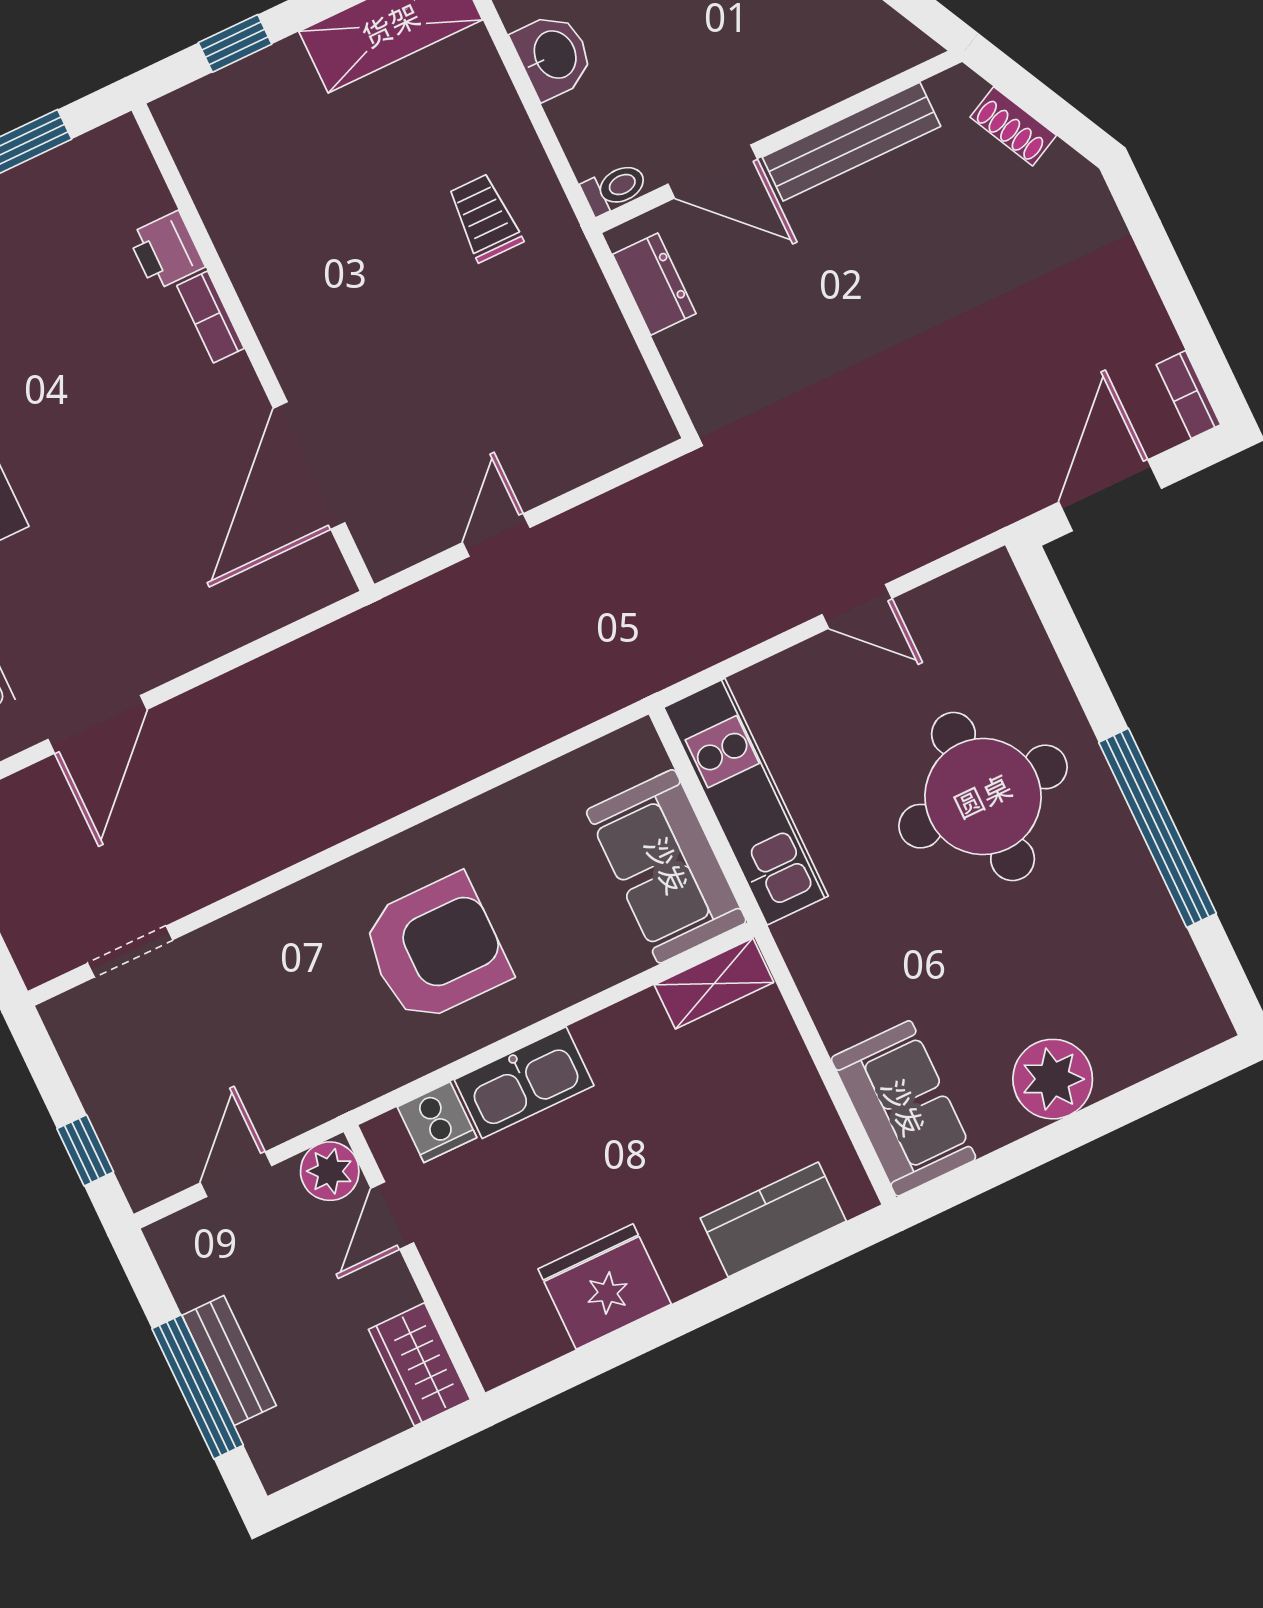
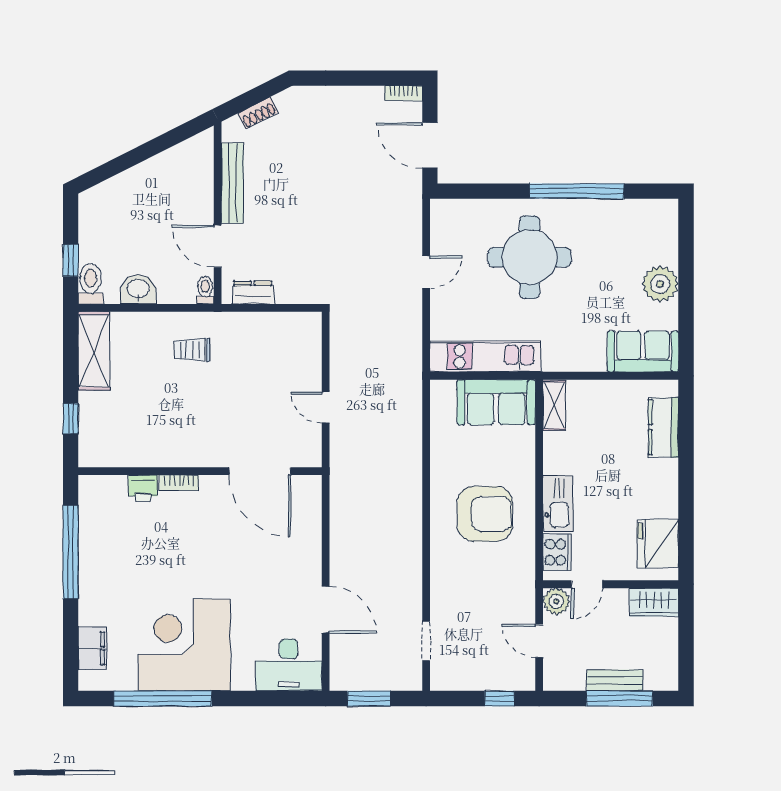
door: (713, 171) -> (218, 246), swing flipped
armchair: (435, 949) -> (485, 514), turned 90
cooker: (437, 1122) -> (557, 552), width x1.36
door: (392, 1215) -> (587, 584), hinge flipped
fridge: (605, 1286) -> (658, 544), moved

